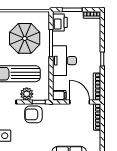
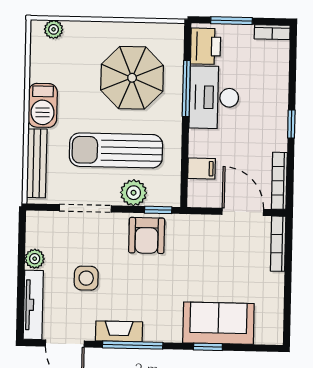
desk: (65, 61) -> (214, 97), moved
filing cabinet: (59, 95) -> (202, 168), moved
armchair: (33, 114) -> (147, 235), turned -90

